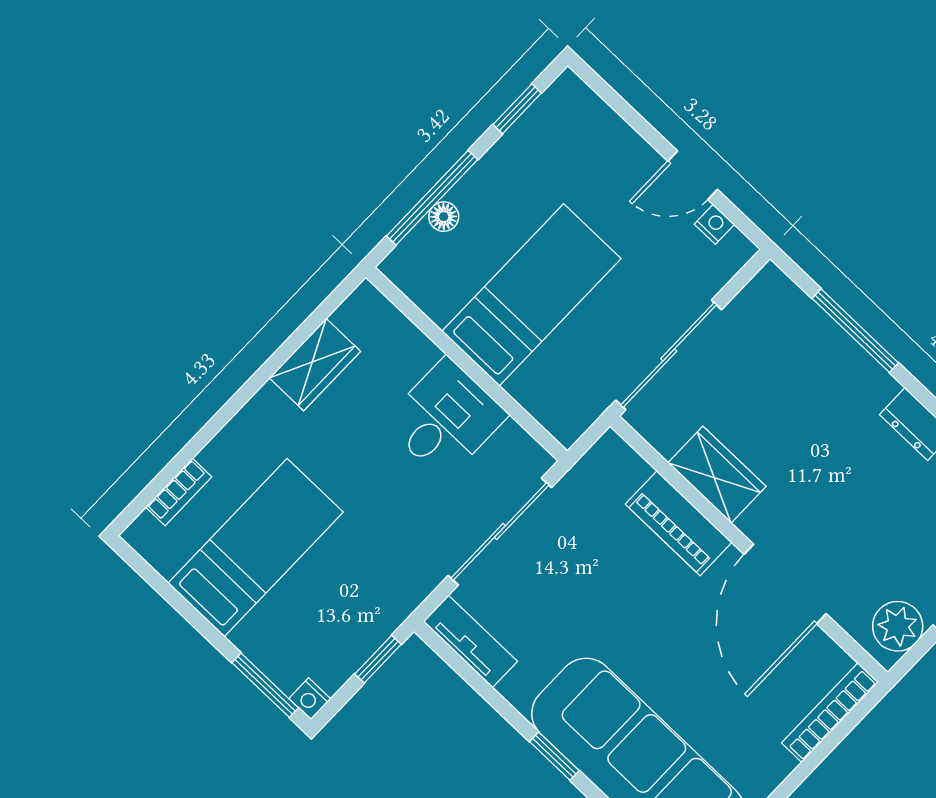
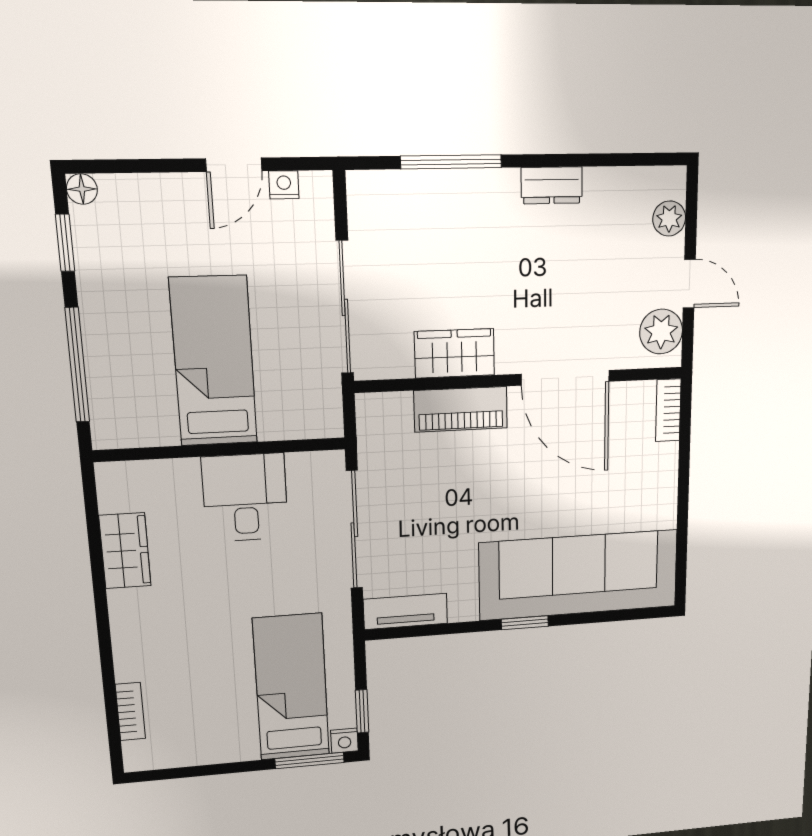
floor lamp: (444, 217) -> (82, 189), moved
bed: (256, 548) -> (291, 687), moved
window: (378, 659) -> (362, 711), moved
bookcase: (830, 713) -> (668, 410), width x0.64

